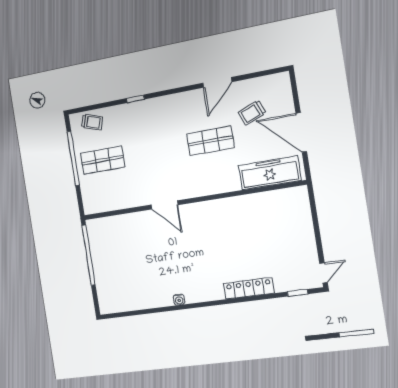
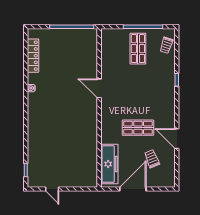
shop shelf: (210, 141) -> (138, 128), turned 90
door: (164, 205) -> (99, 88), hinge flipped
door: (324, 273) -> (52, 189), moved
locker: (249, 288) -> (33, 56), moved

